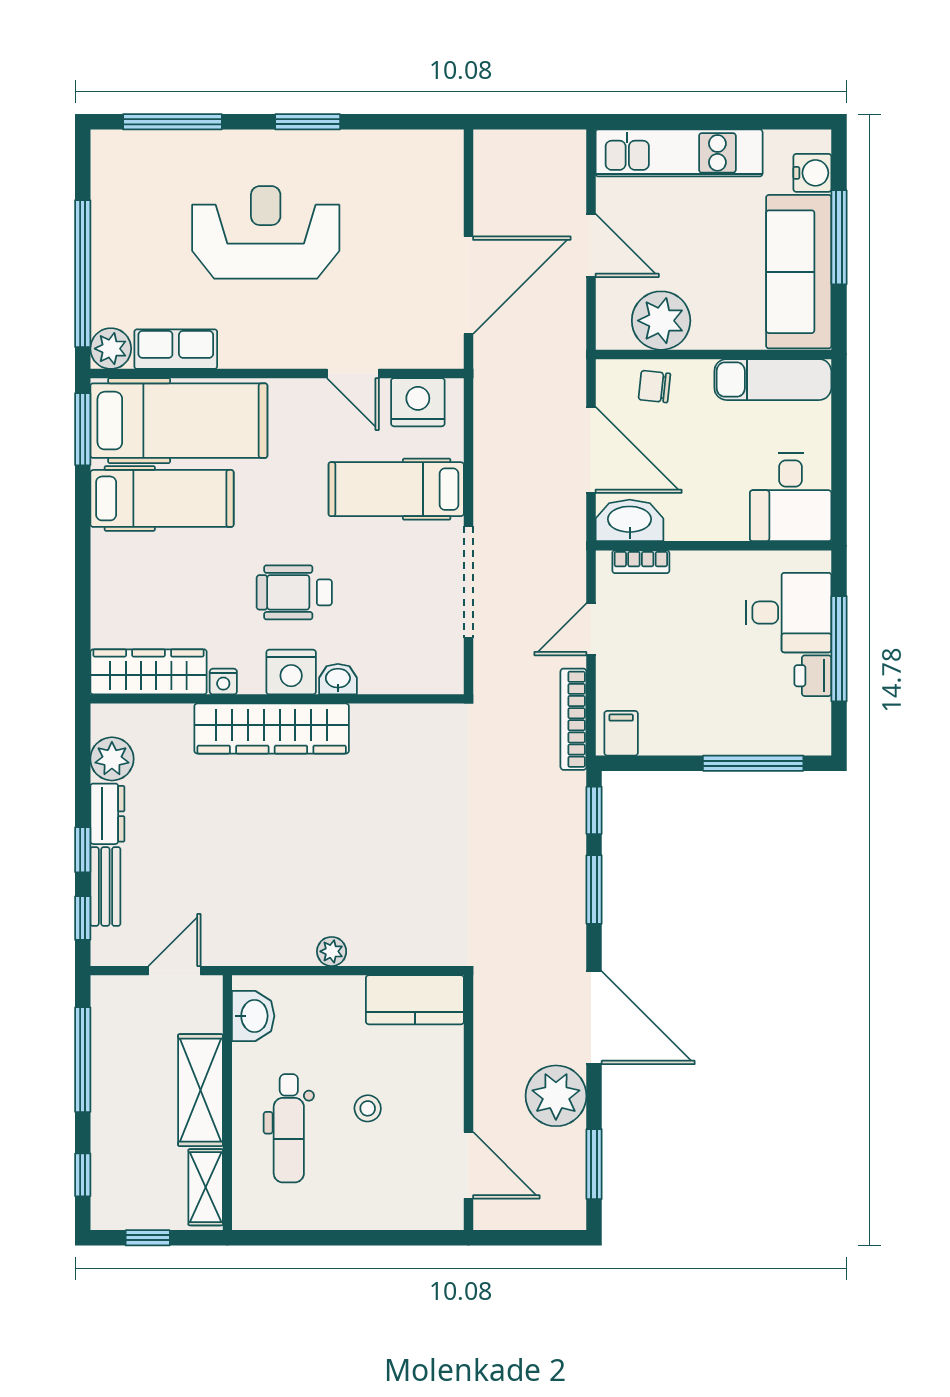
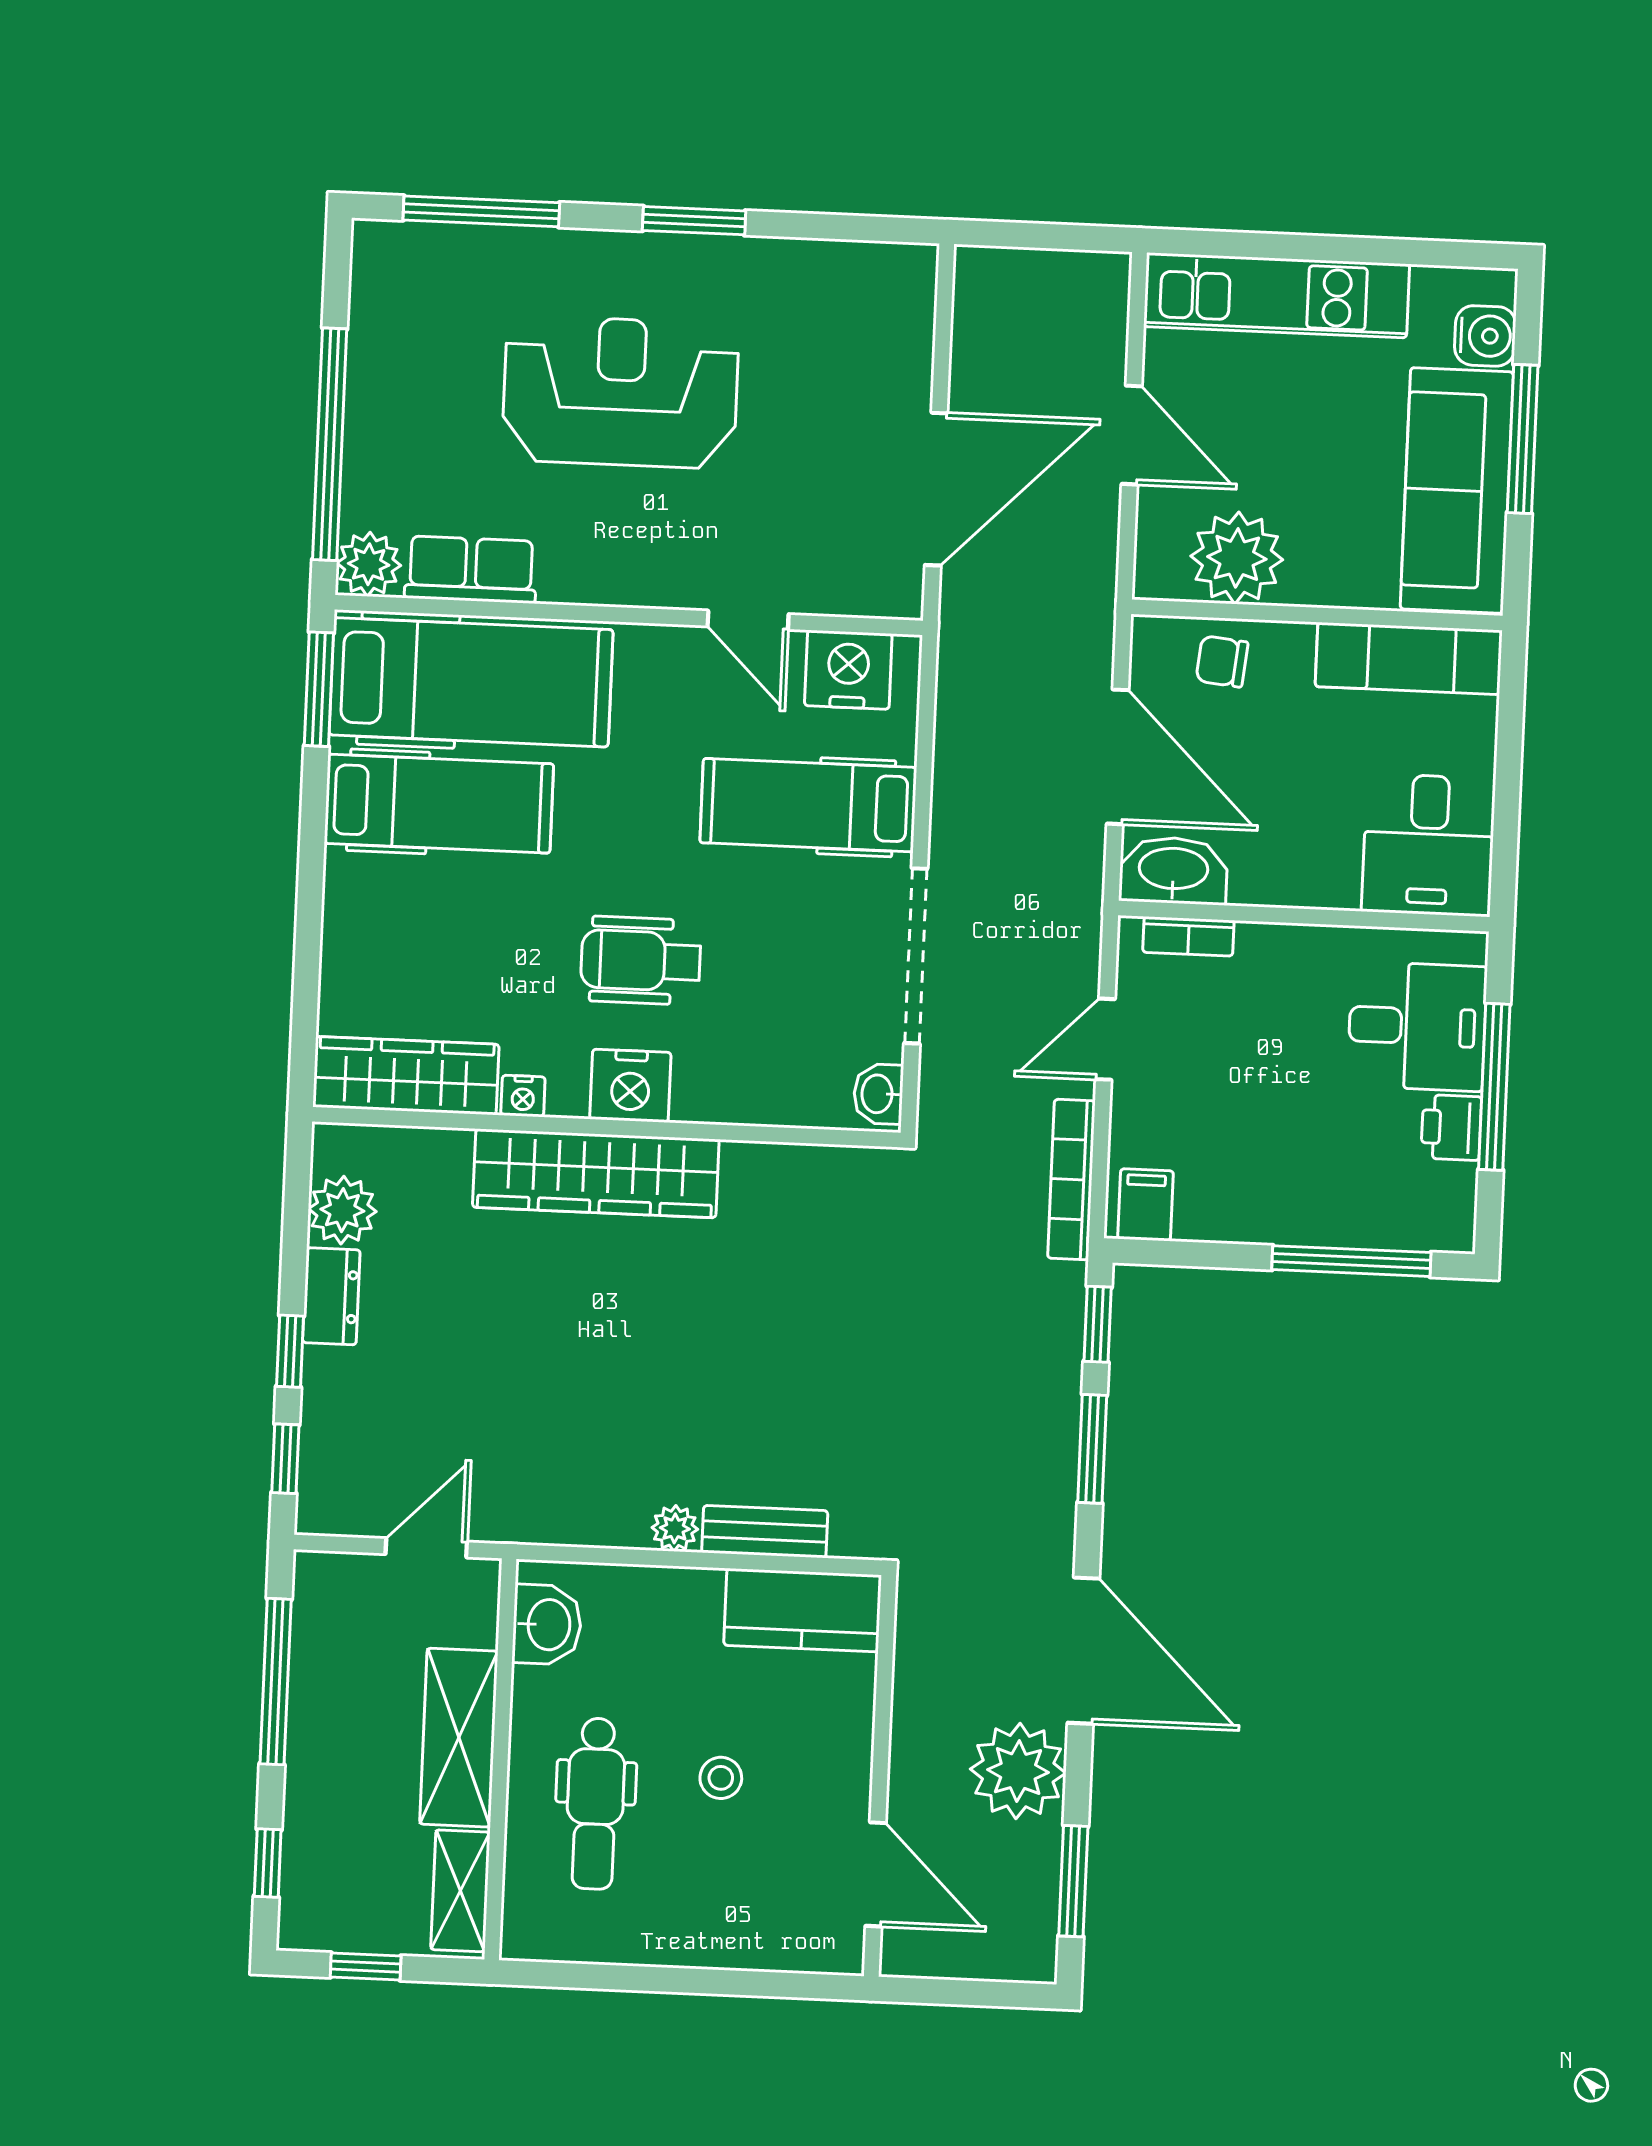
washbasin: (338, 679) -> (878, 1094), moved, turned -90
bench: (105, 887) -> (765, 1532), moved, turned 90

